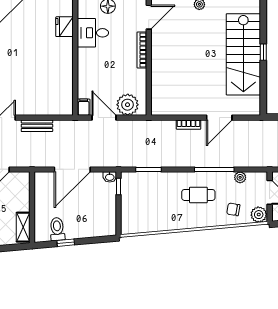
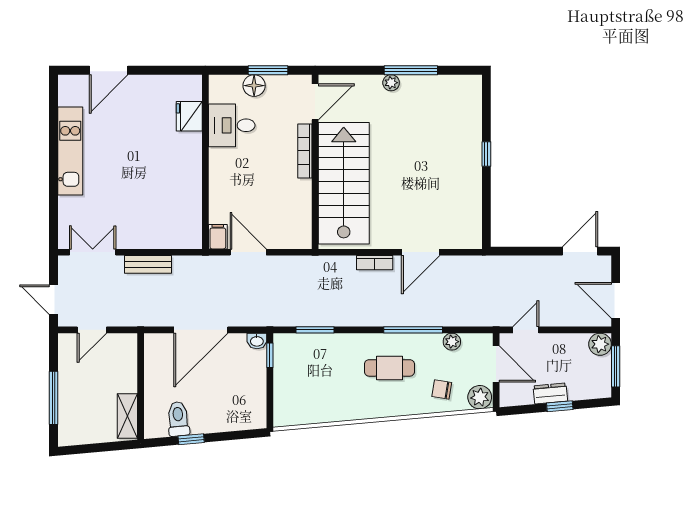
stairs: (243, 54) -> (344, 183), moved, turned 180
plant: (128, 105) -> (283, 233), removed

